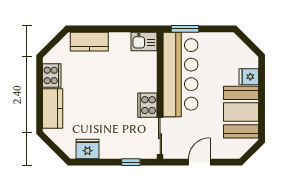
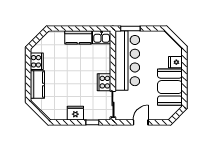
kitchen counter: (89, 42) -> (78, 37), moved
fridge: (88, 149) -> (75, 113), moved

